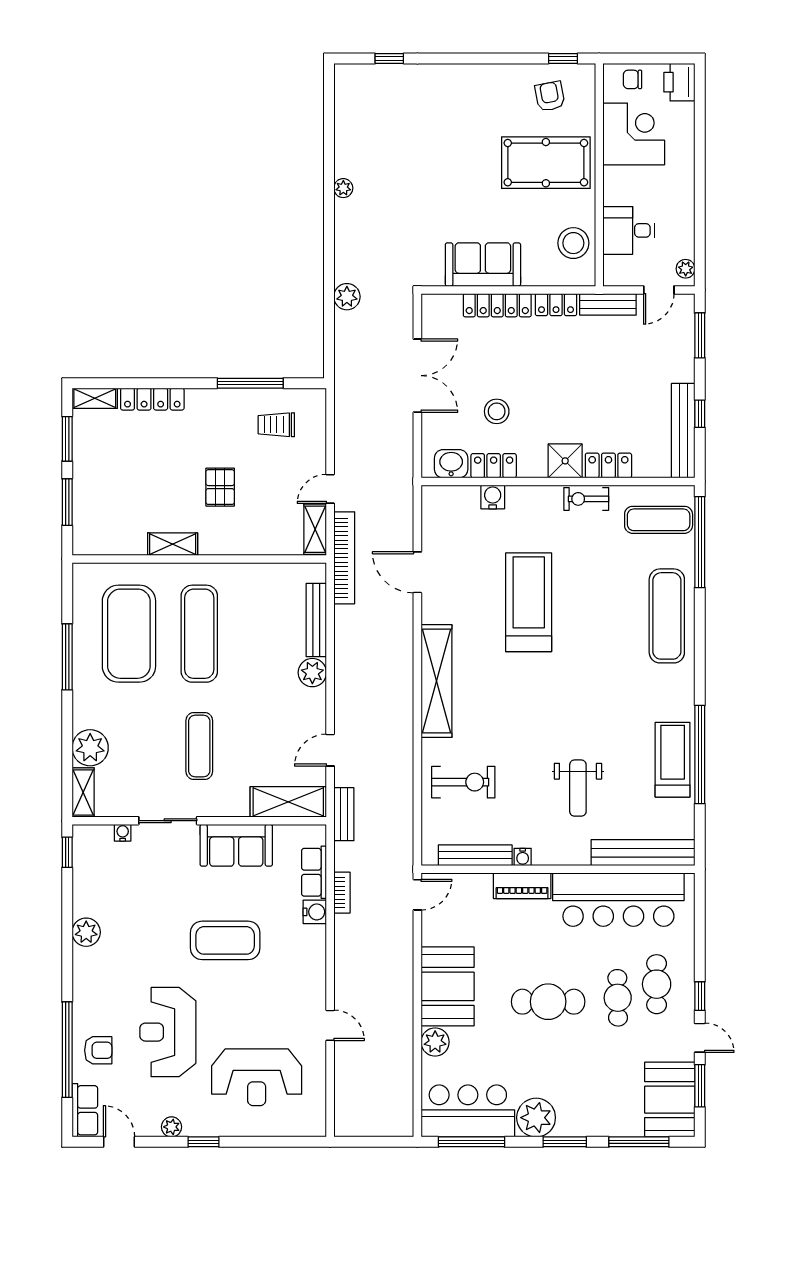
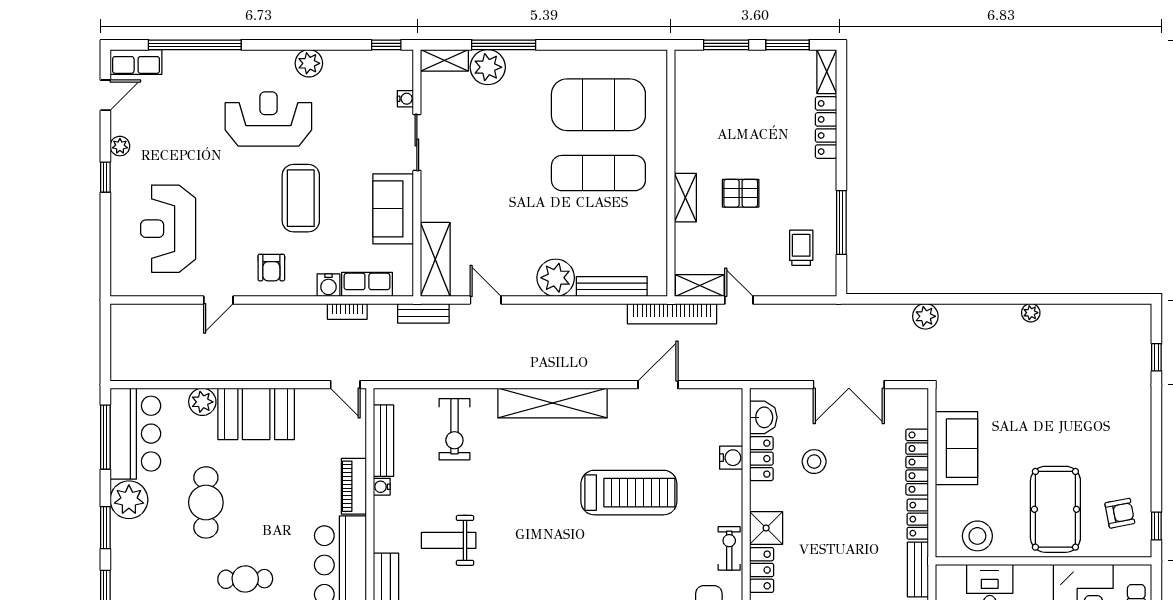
shelving: (173, 544) -> (685, 198), moved
window: (67, 657) -> (504, 45), moved
plant: (312, 673) -> (556, 278), width x1.36, depth x1.36
exercise mat: (199, 746) -> (489, 173), removed
cafe table: (548, 1002) -> (206, 502), moved
reception desk: (168, 1032) -> (268, 119), moved
armchair: (98, 1050) -> (271, 268), moved

